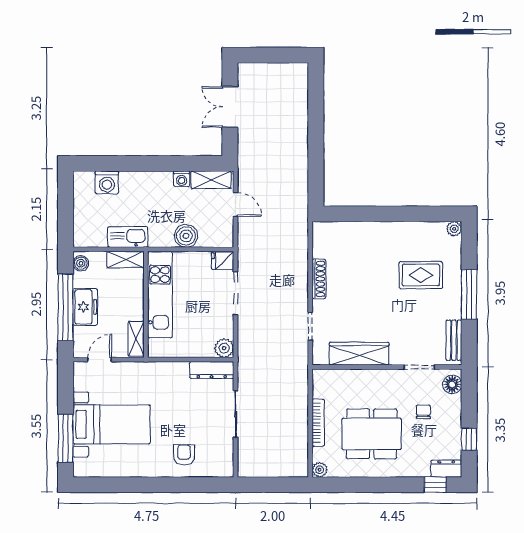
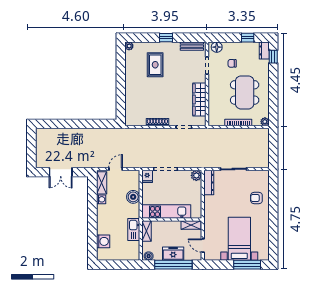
window: (469, 294) -> (166, 38), width x0.46

